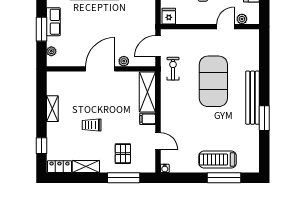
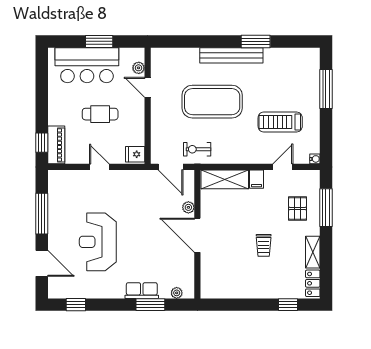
shelving: (52, 109) -> (244, 292), removed
pallet: (123, 154) -> (298, 208), turned 90
treadmill: (218, 159) -> (280, 122), moved, turned 90

